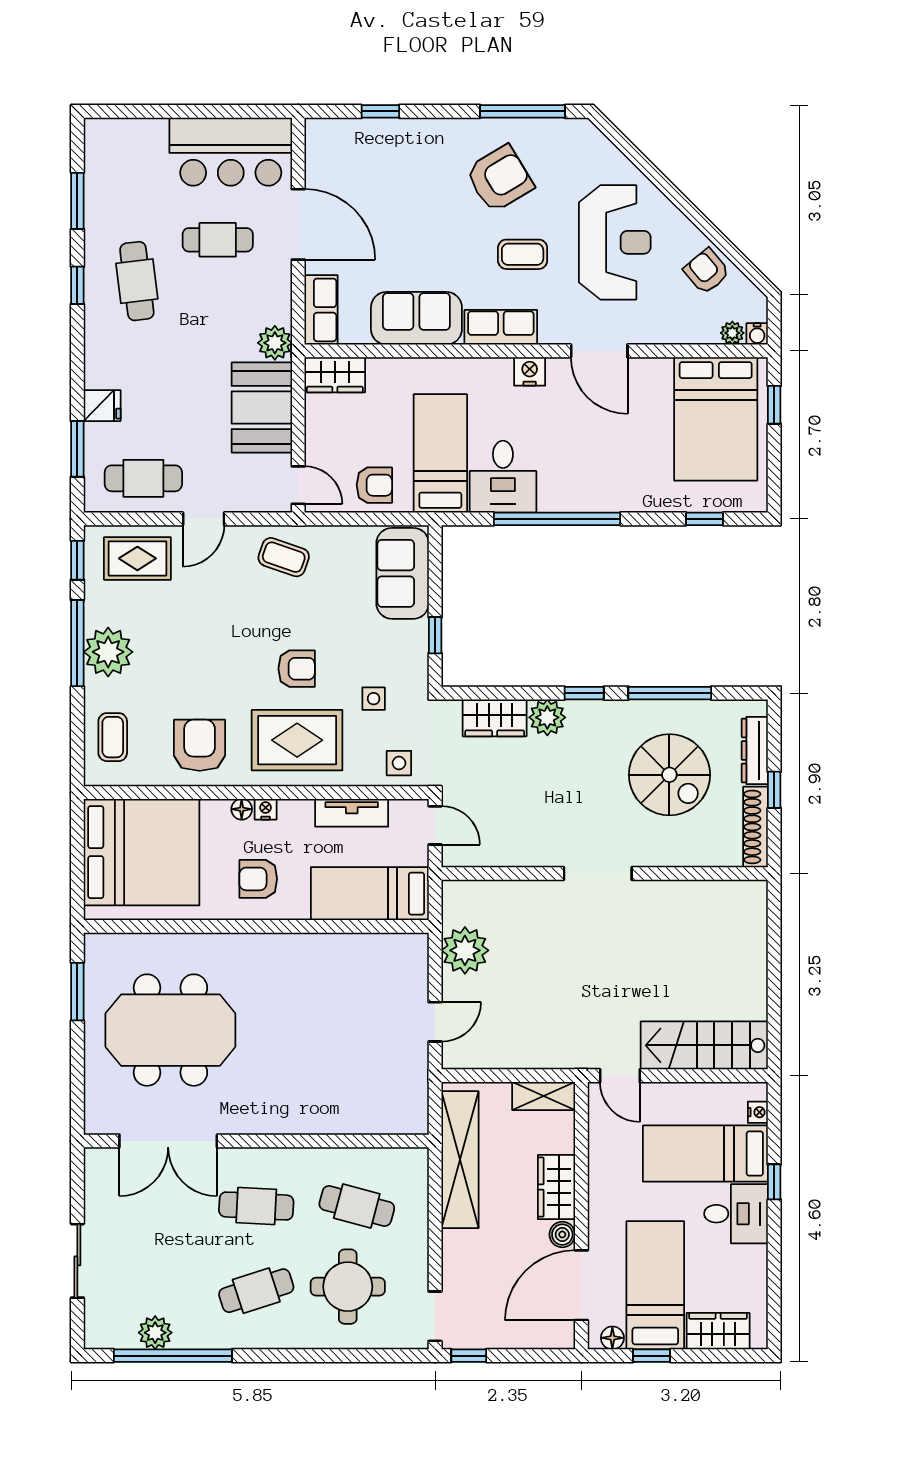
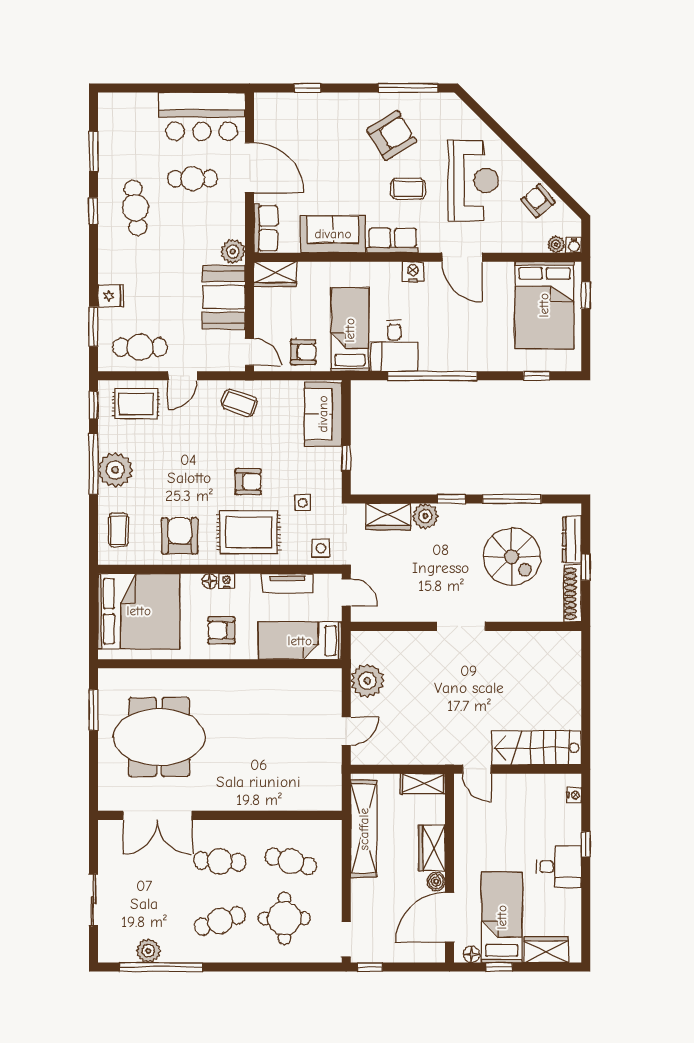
bed: (705, 1154) -> (537, 824), removed

